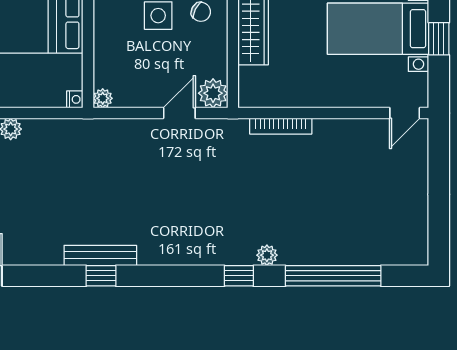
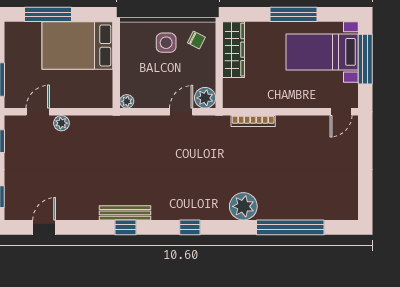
window: (439, 39) -> (365, 59), width x2.17
nightstand: (75, 99) -> (107, 102), removed
plant: (267, 255) -> (243, 206), width x1.88, depth x1.88
window: (239, 276) -> (190, 227), moved

